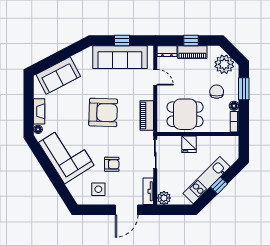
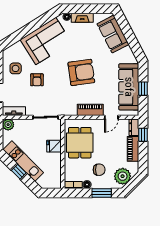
window: (191, 40) -> (143, 135), moved
armchair: (103, 112) -> (81, 72), turned -100
piano: (147, 115) -> (90, 110), moved

